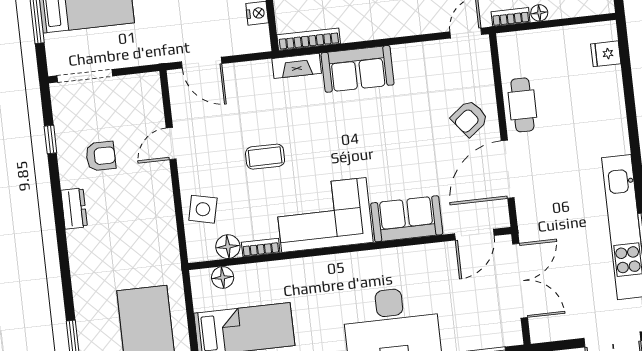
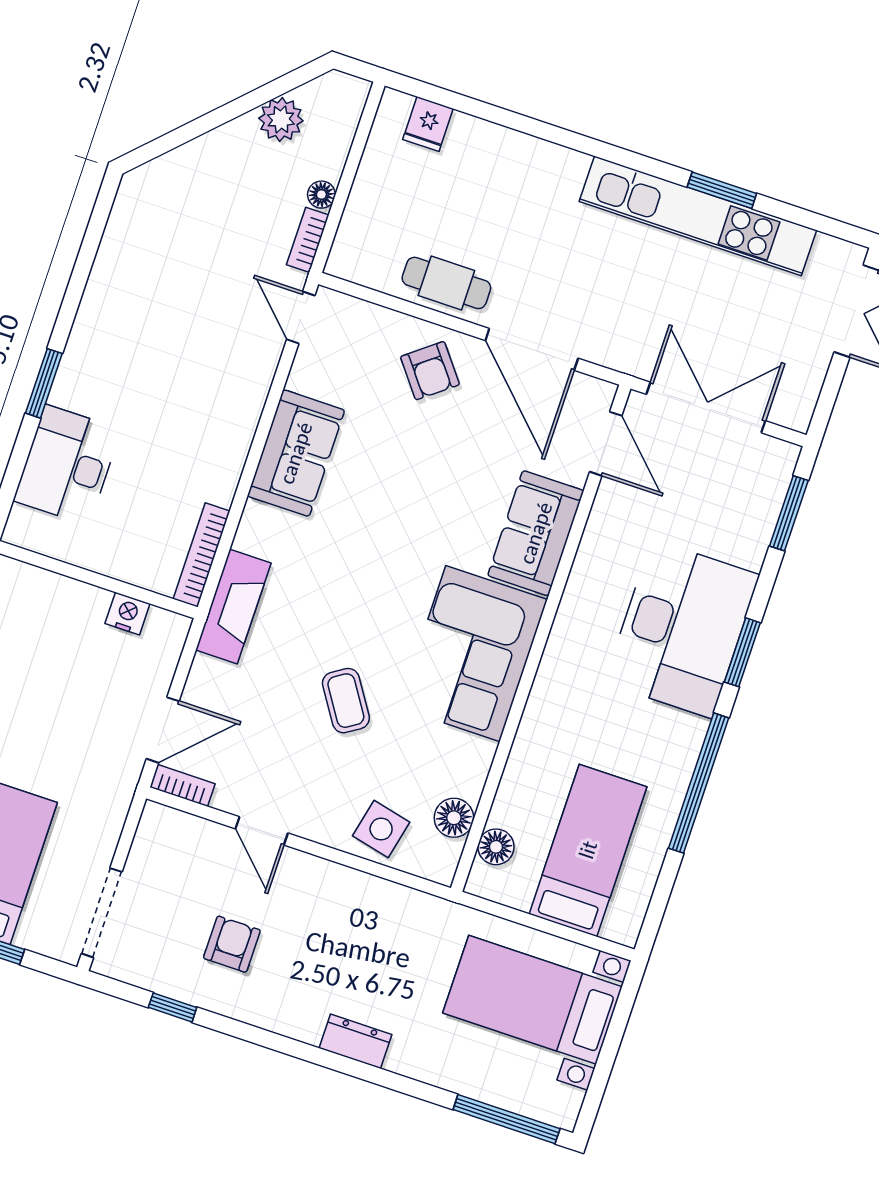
fireplace: (297, 66) -> (233, 607), width x1.37, depth x1.32
sofa: (358, 69) -> (296, 453), moved
coffee table: (265, 157) -> (346, 701), turned -33
dresser: (74, 208) -> (355, 1041), moved
bookcase: (261, 248) -> (182, 785), moved, turned 90

